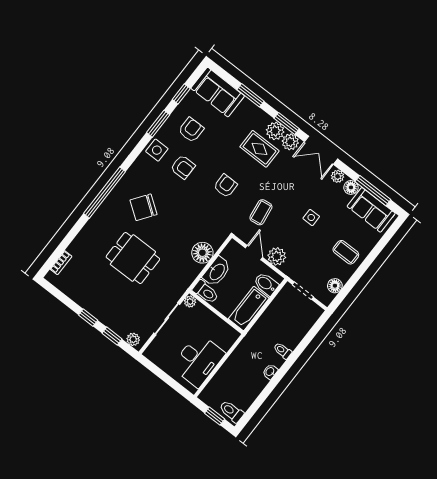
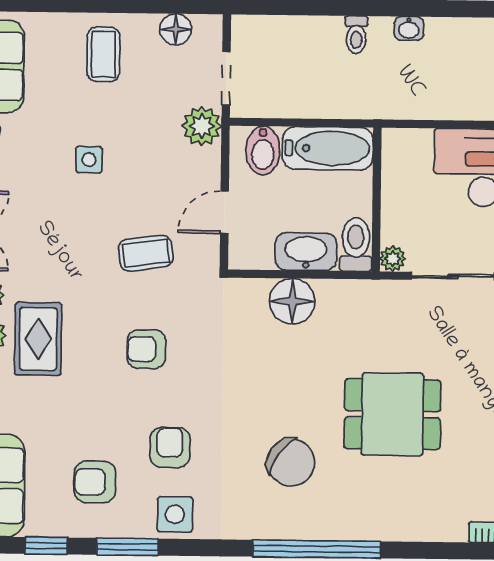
plant: (277, 256) -> (202, 126), moved
dining table: (133, 258) -> (392, 414), turned 90

